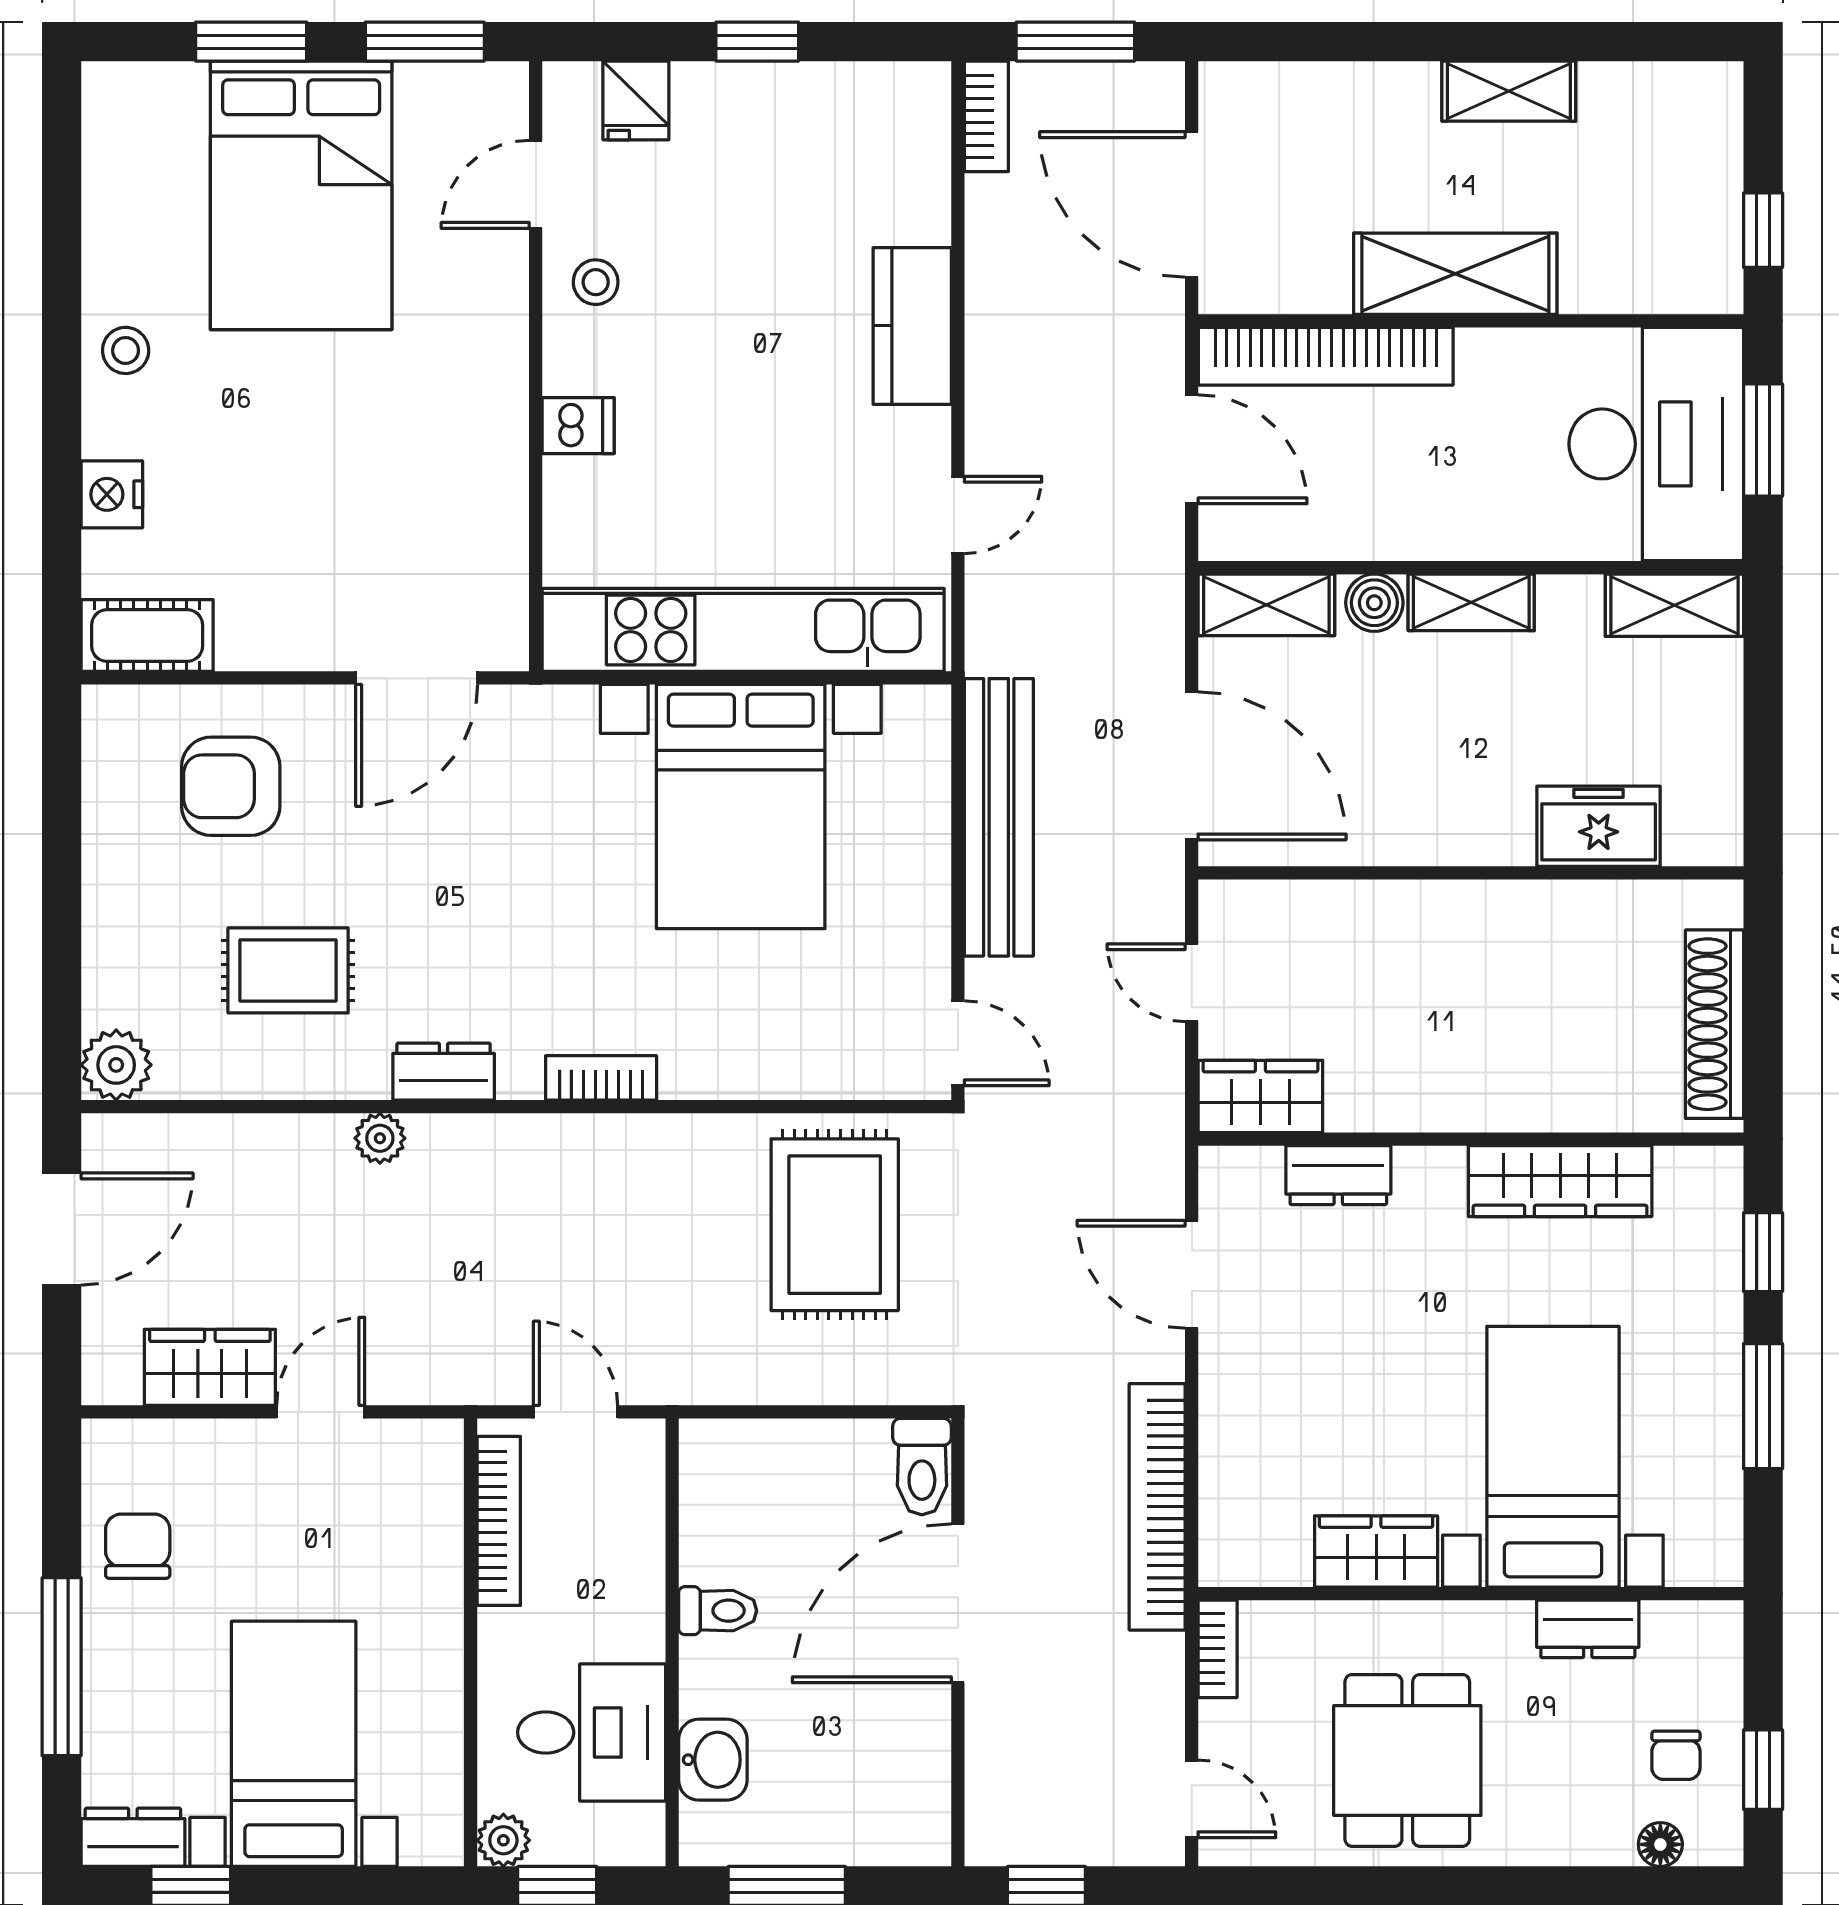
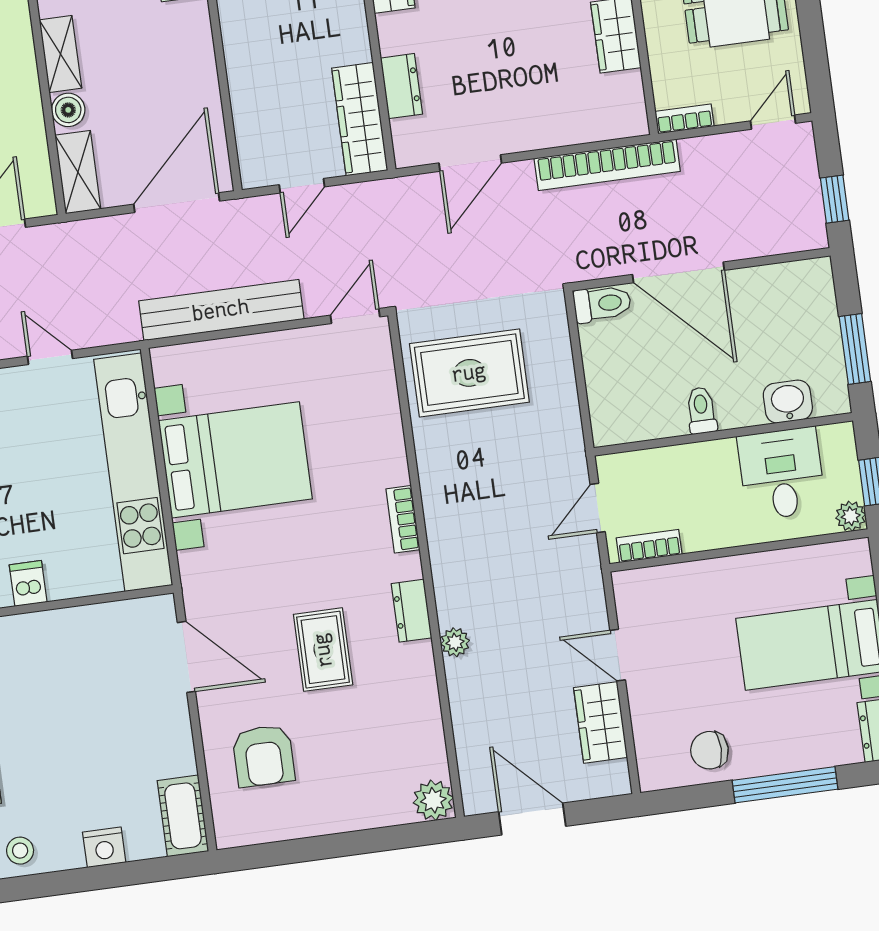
rug: (288, 970) -> (323, 650), moved
wardrobe: (1260, 1096) -> (360, 119), width x1.50
bookcase: (499, 1521) -> (649, 546), width x0.64

